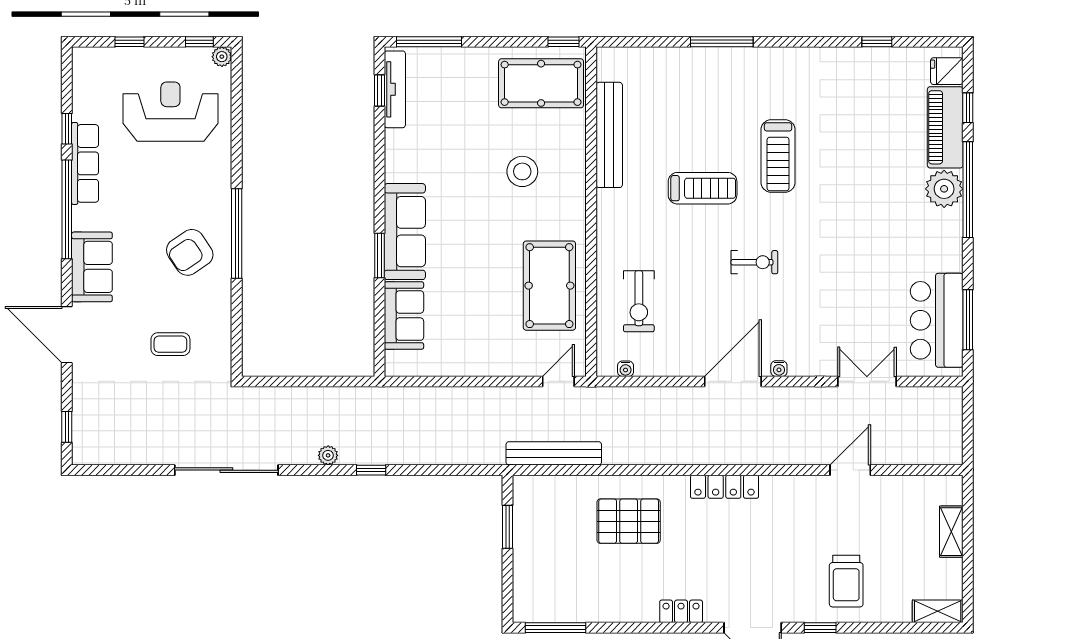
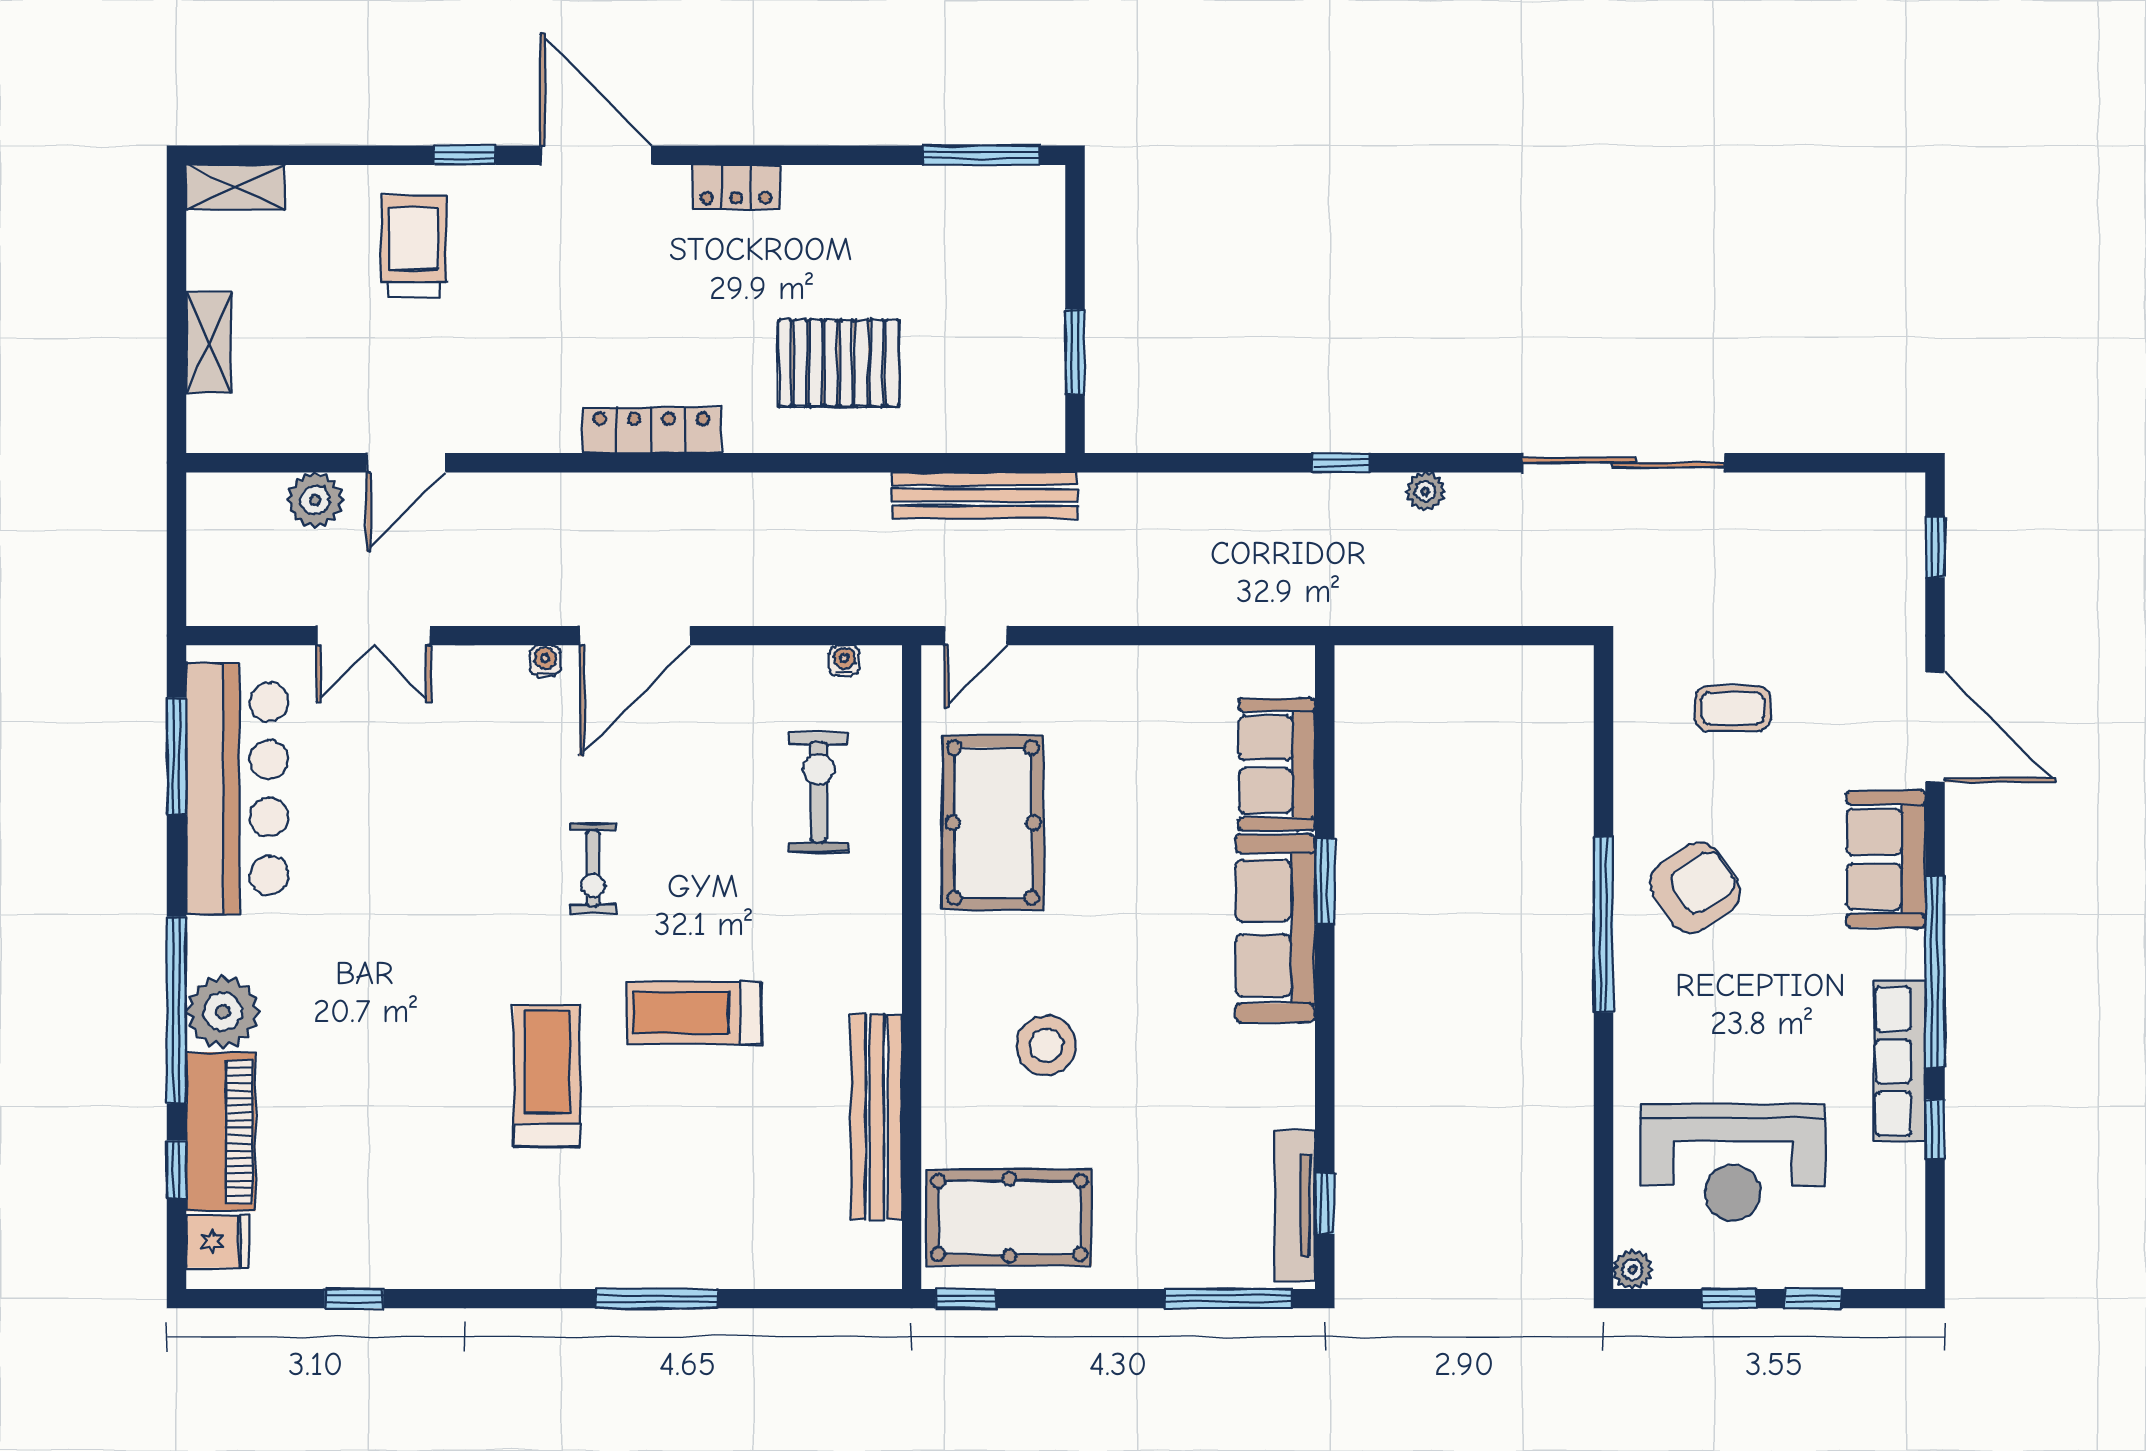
window: (199, 42) -> (1729, 1299), moved
exercise bike: (754, 262) -> (593, 868), turned -90
bar counter: (937, 320) -> (237, 789), width x1.36
plant: (897, 451) -> (315, 500), added

